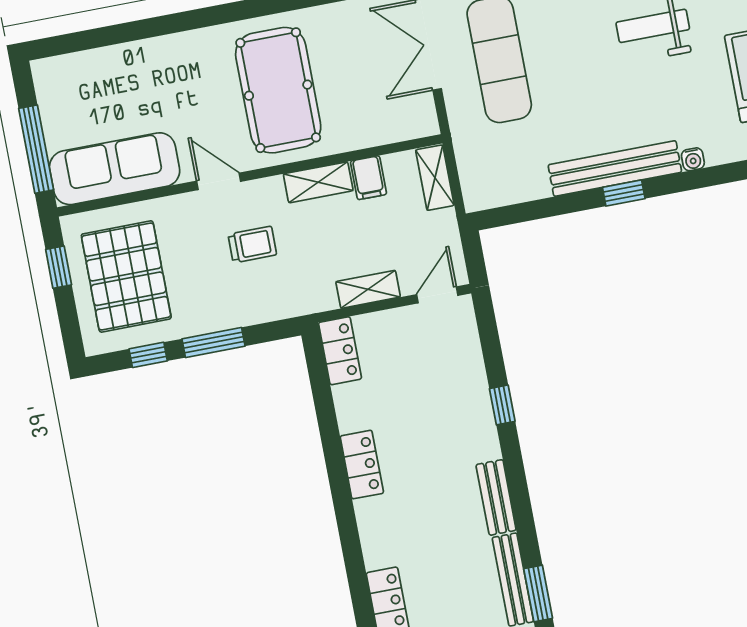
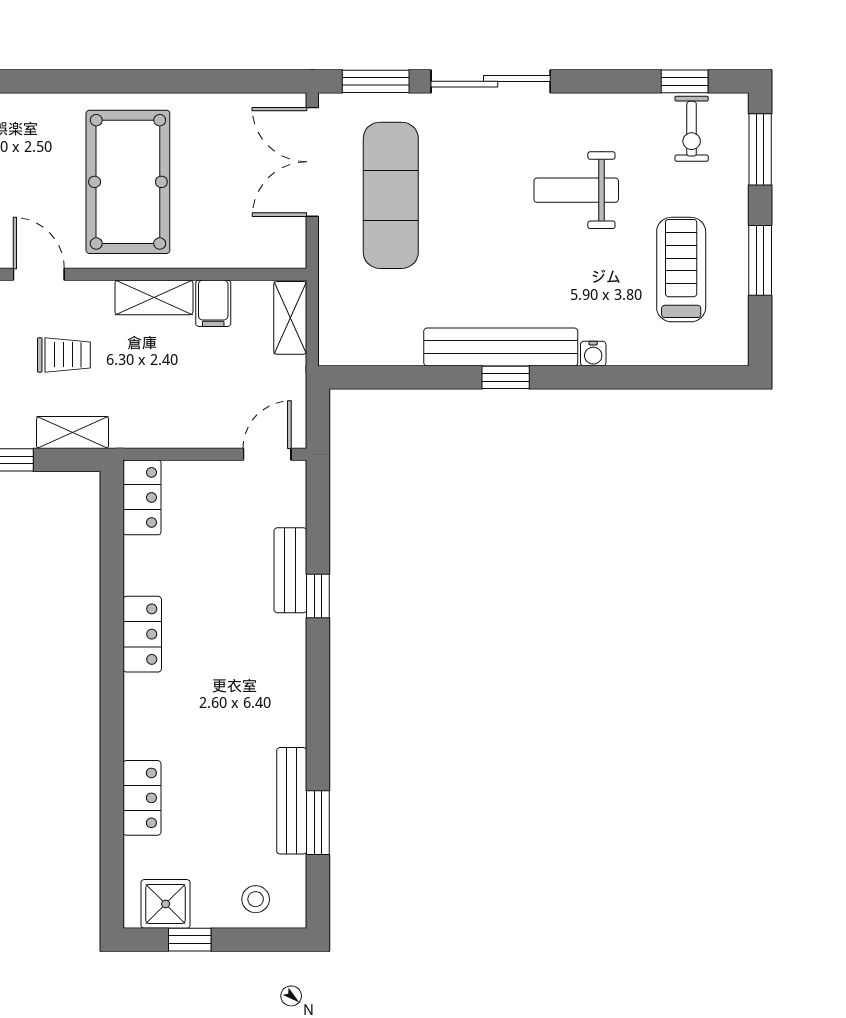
shelving: (368, 289) -> (73, 432), moved
bench: (496, 497) -> (290, 570), moved

